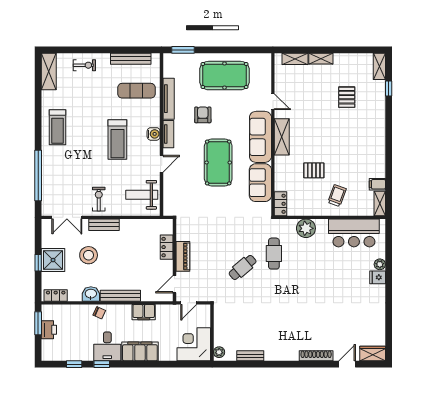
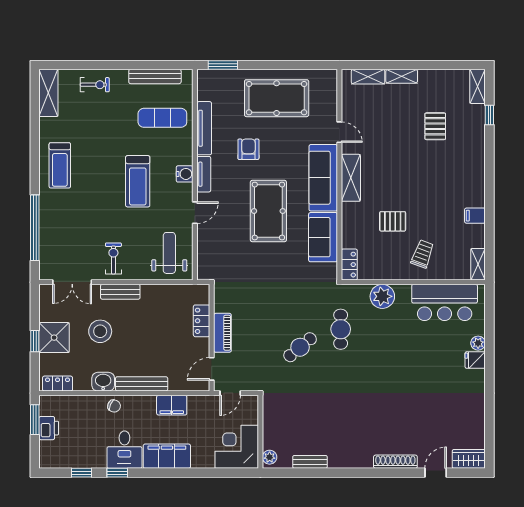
filing cabinet: (377, 184) -> (475, 216), moved
weight bench: (142, 195) -> (169, 253), turned 90

